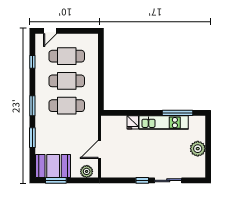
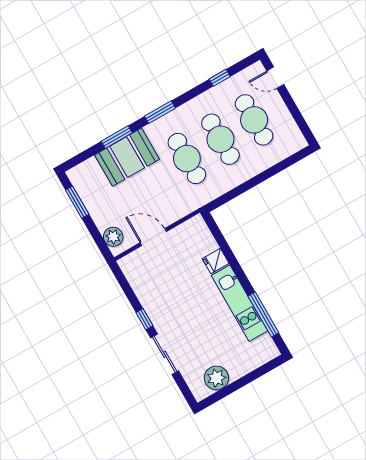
plant: (198, 149) -> (216, 378), moved
booth: (53, 166) -> (127, 157), moved, turned 90

